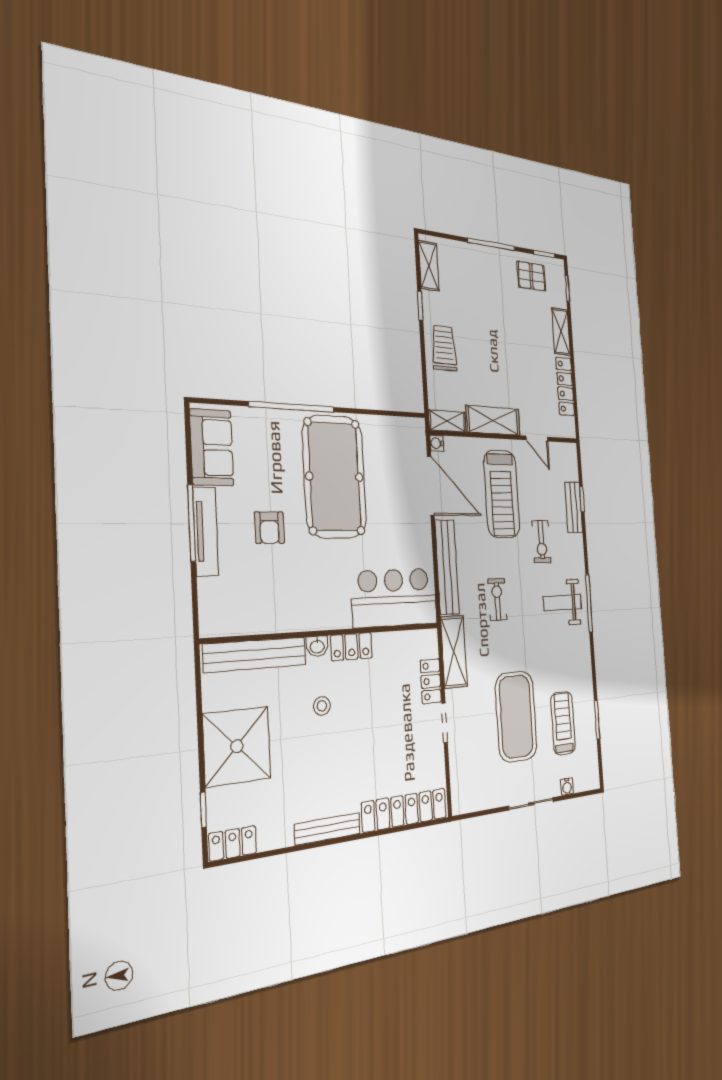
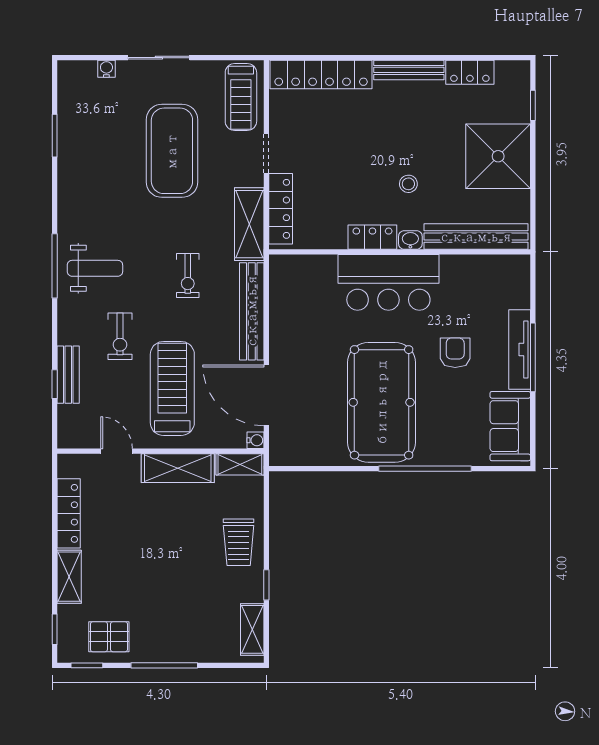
exercise bike: (541, 542) -> (120, 336), turned 180
bar counter: (394, 598) -> (388, 282), moved
locker: (431, 681) -> (281, 209), width x1.53
treadmill: (563, 723) -> (241, 97), moved
locker: (233, 843) -> (470, 72), moved

